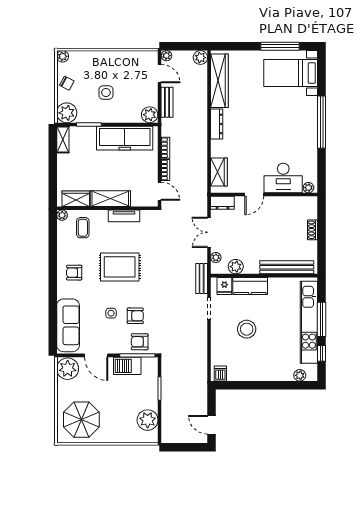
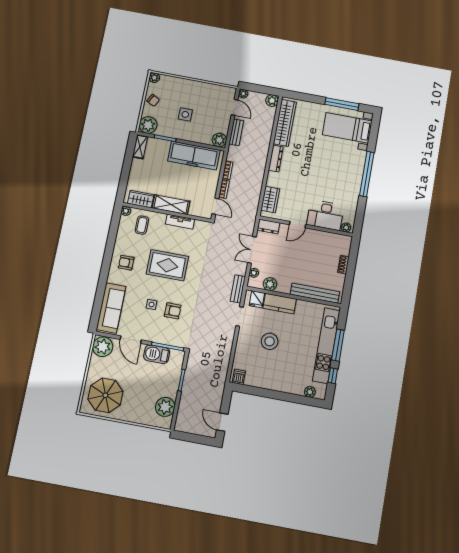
armchair: (140, 342) -> (172, 335), removed

